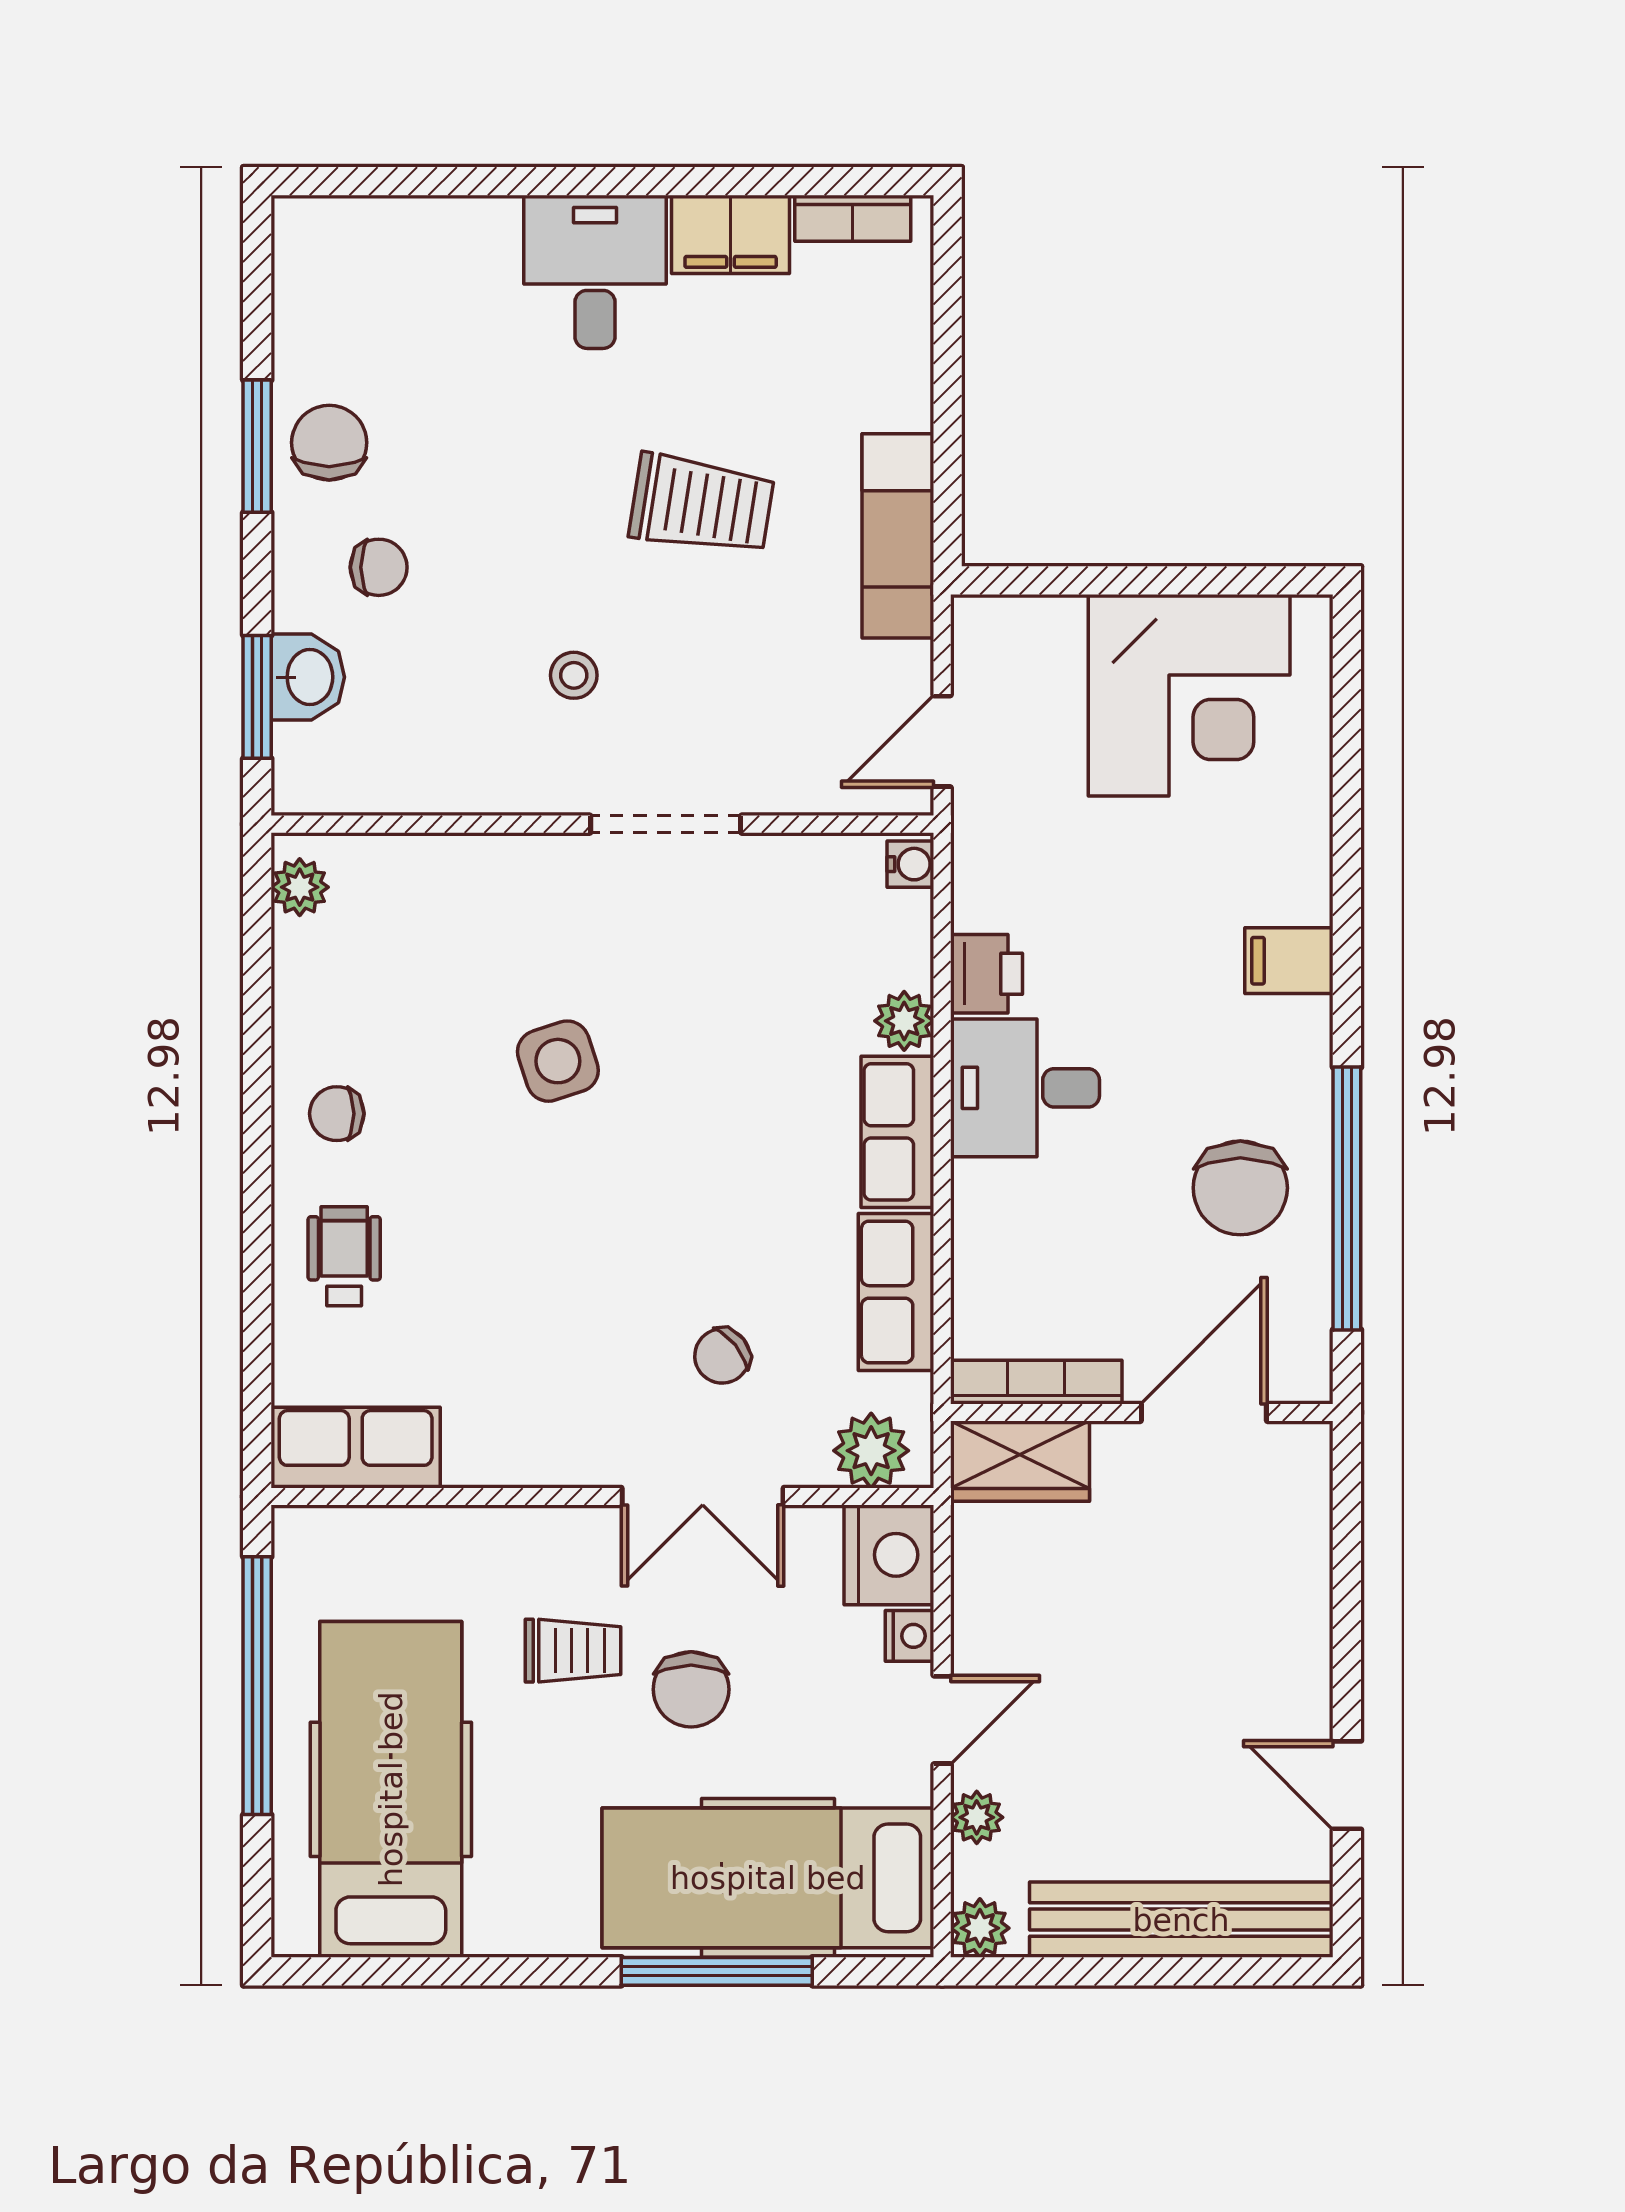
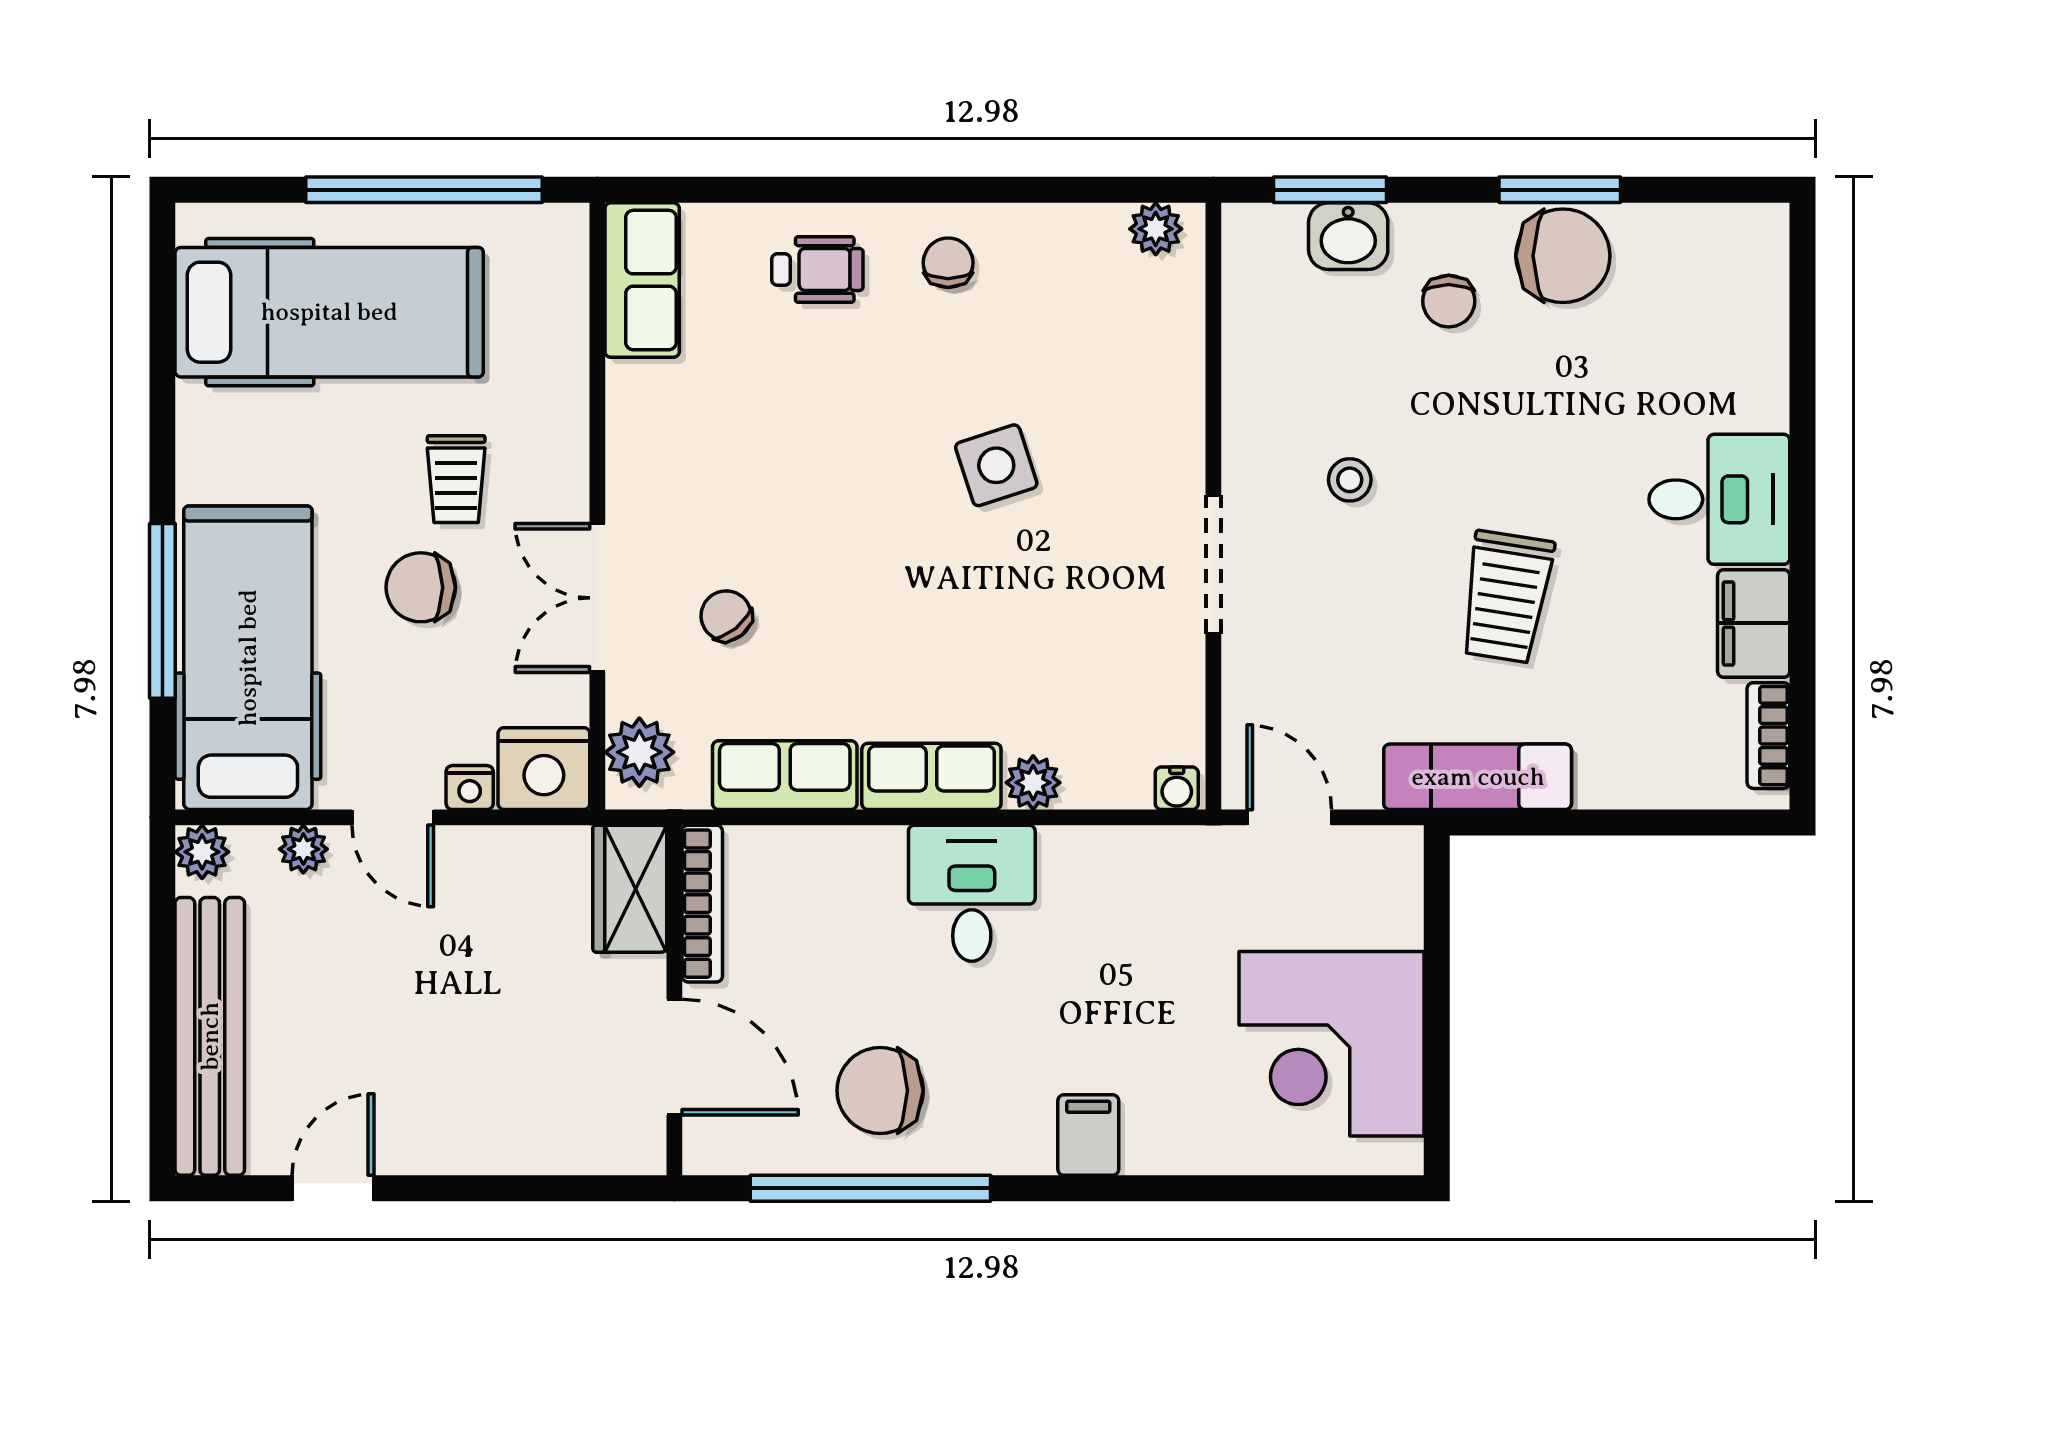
chair: (329, 443) -> (1563, 256), width x1.37, depth x1.37
printer: (986, 974) -> (1076, 858), removed

